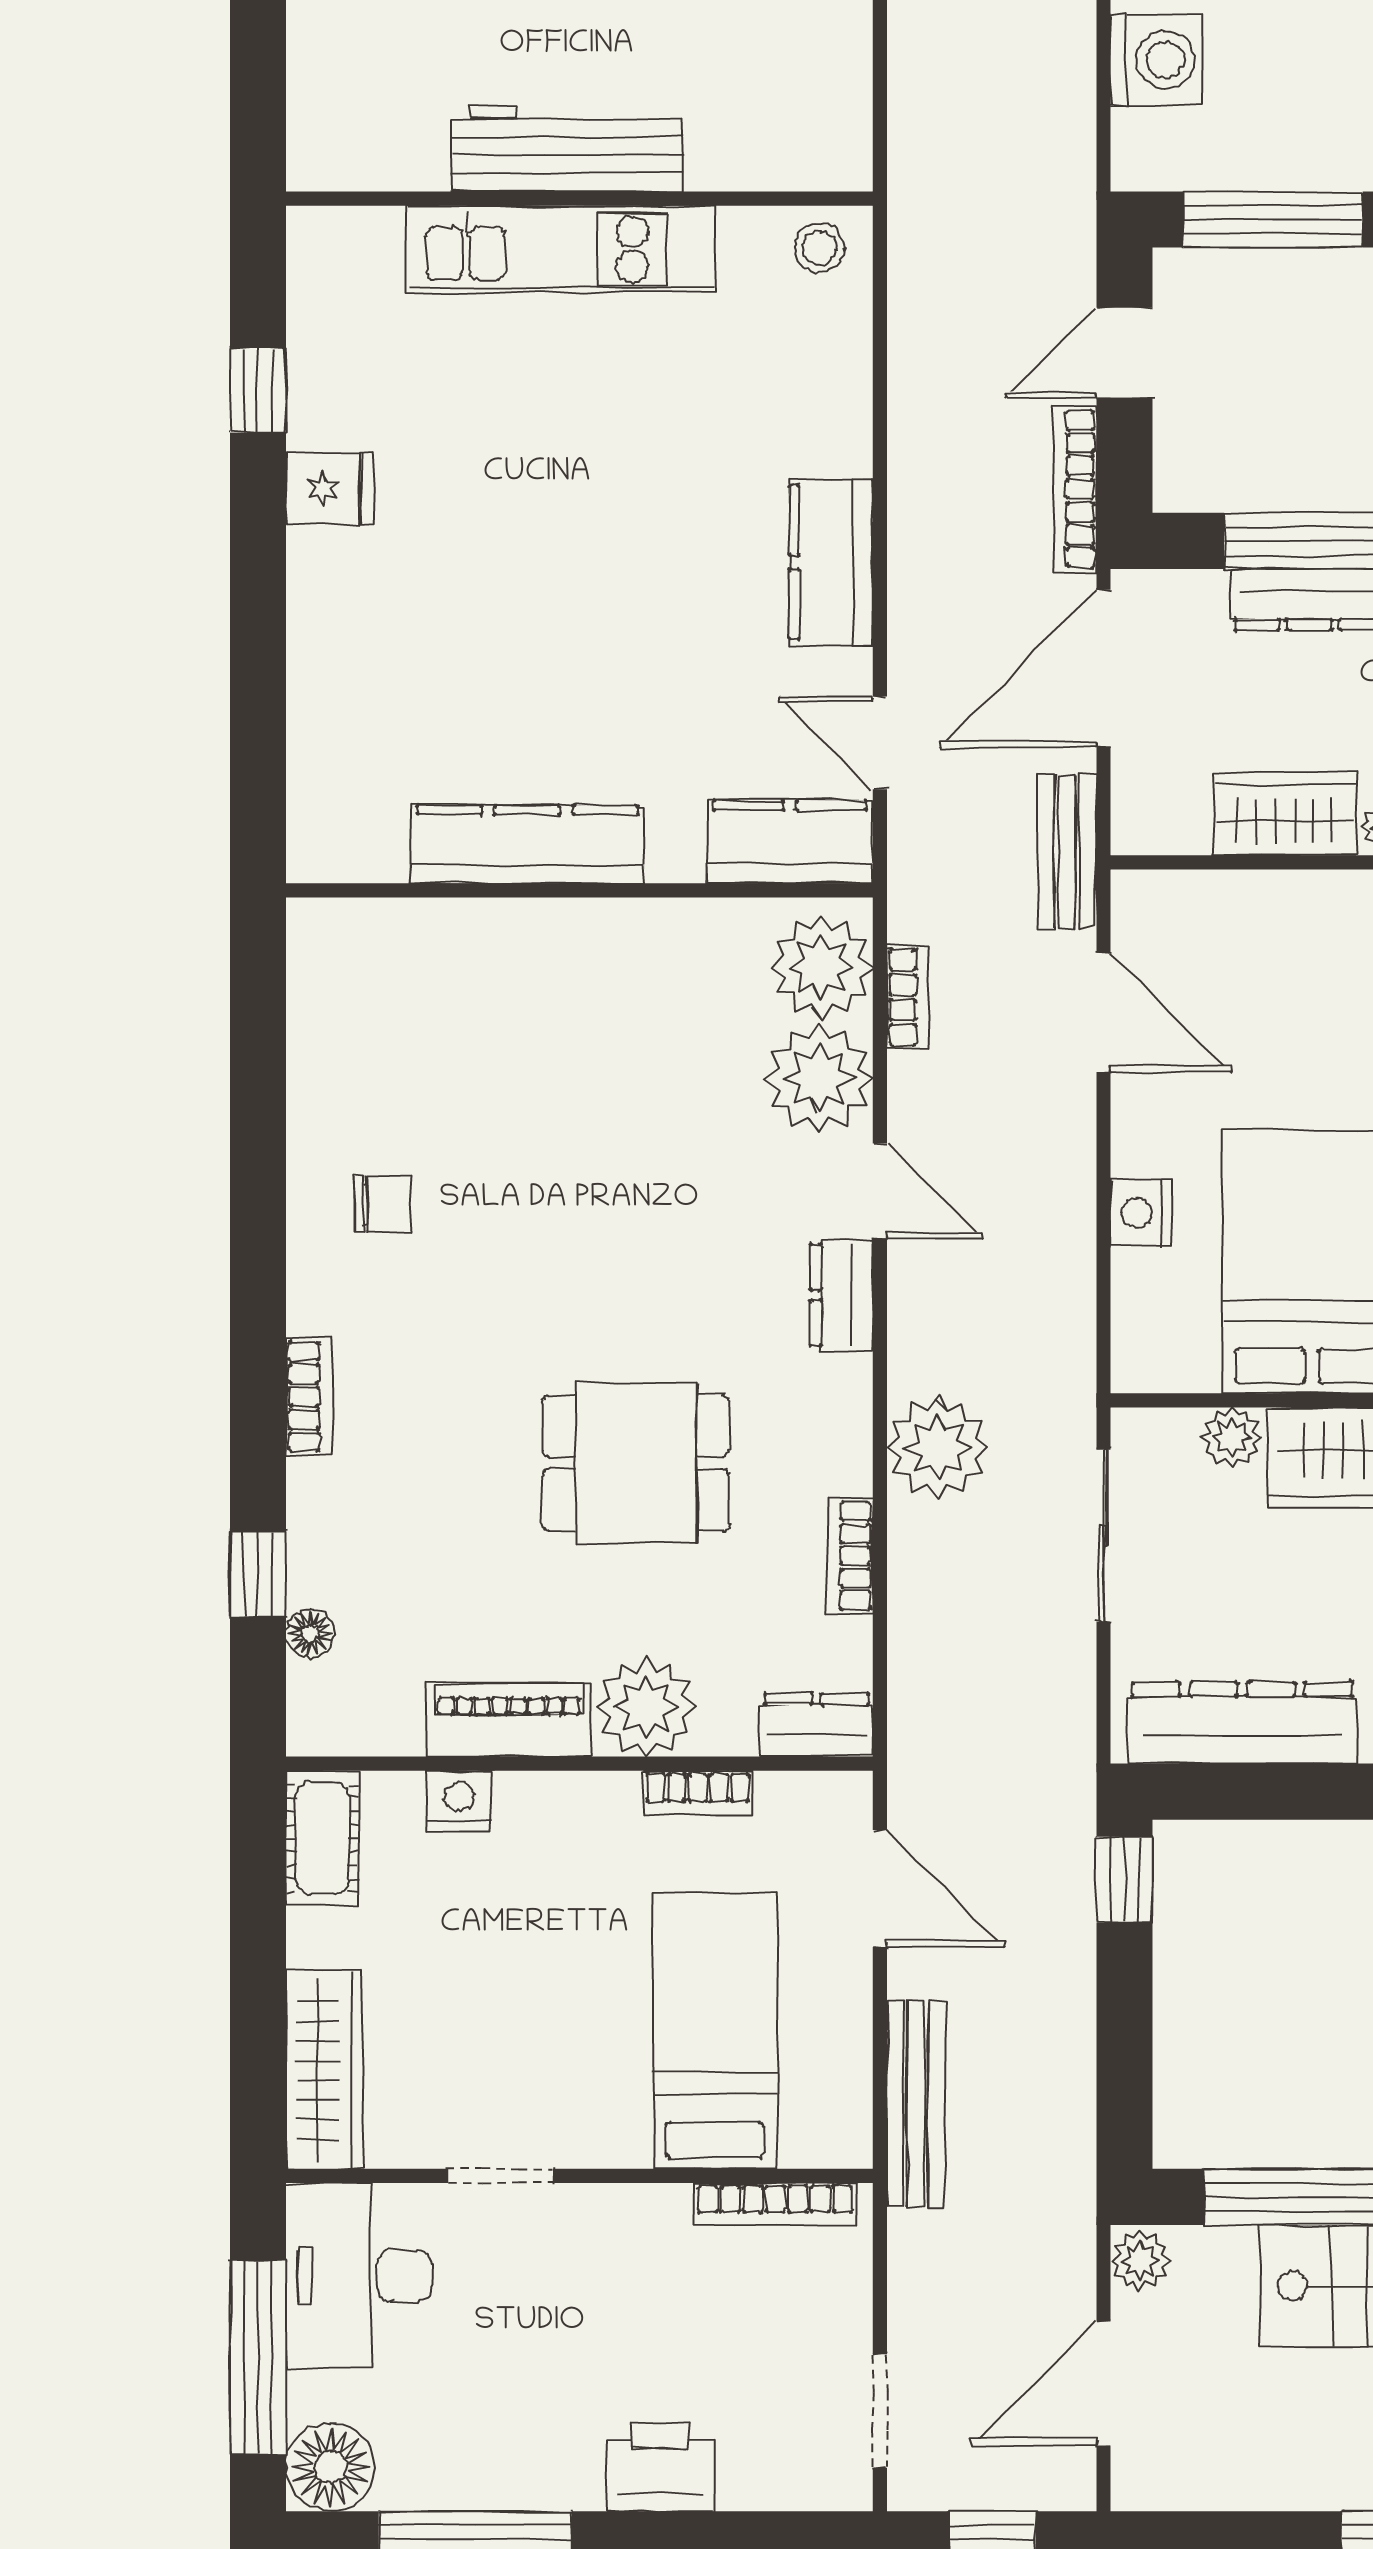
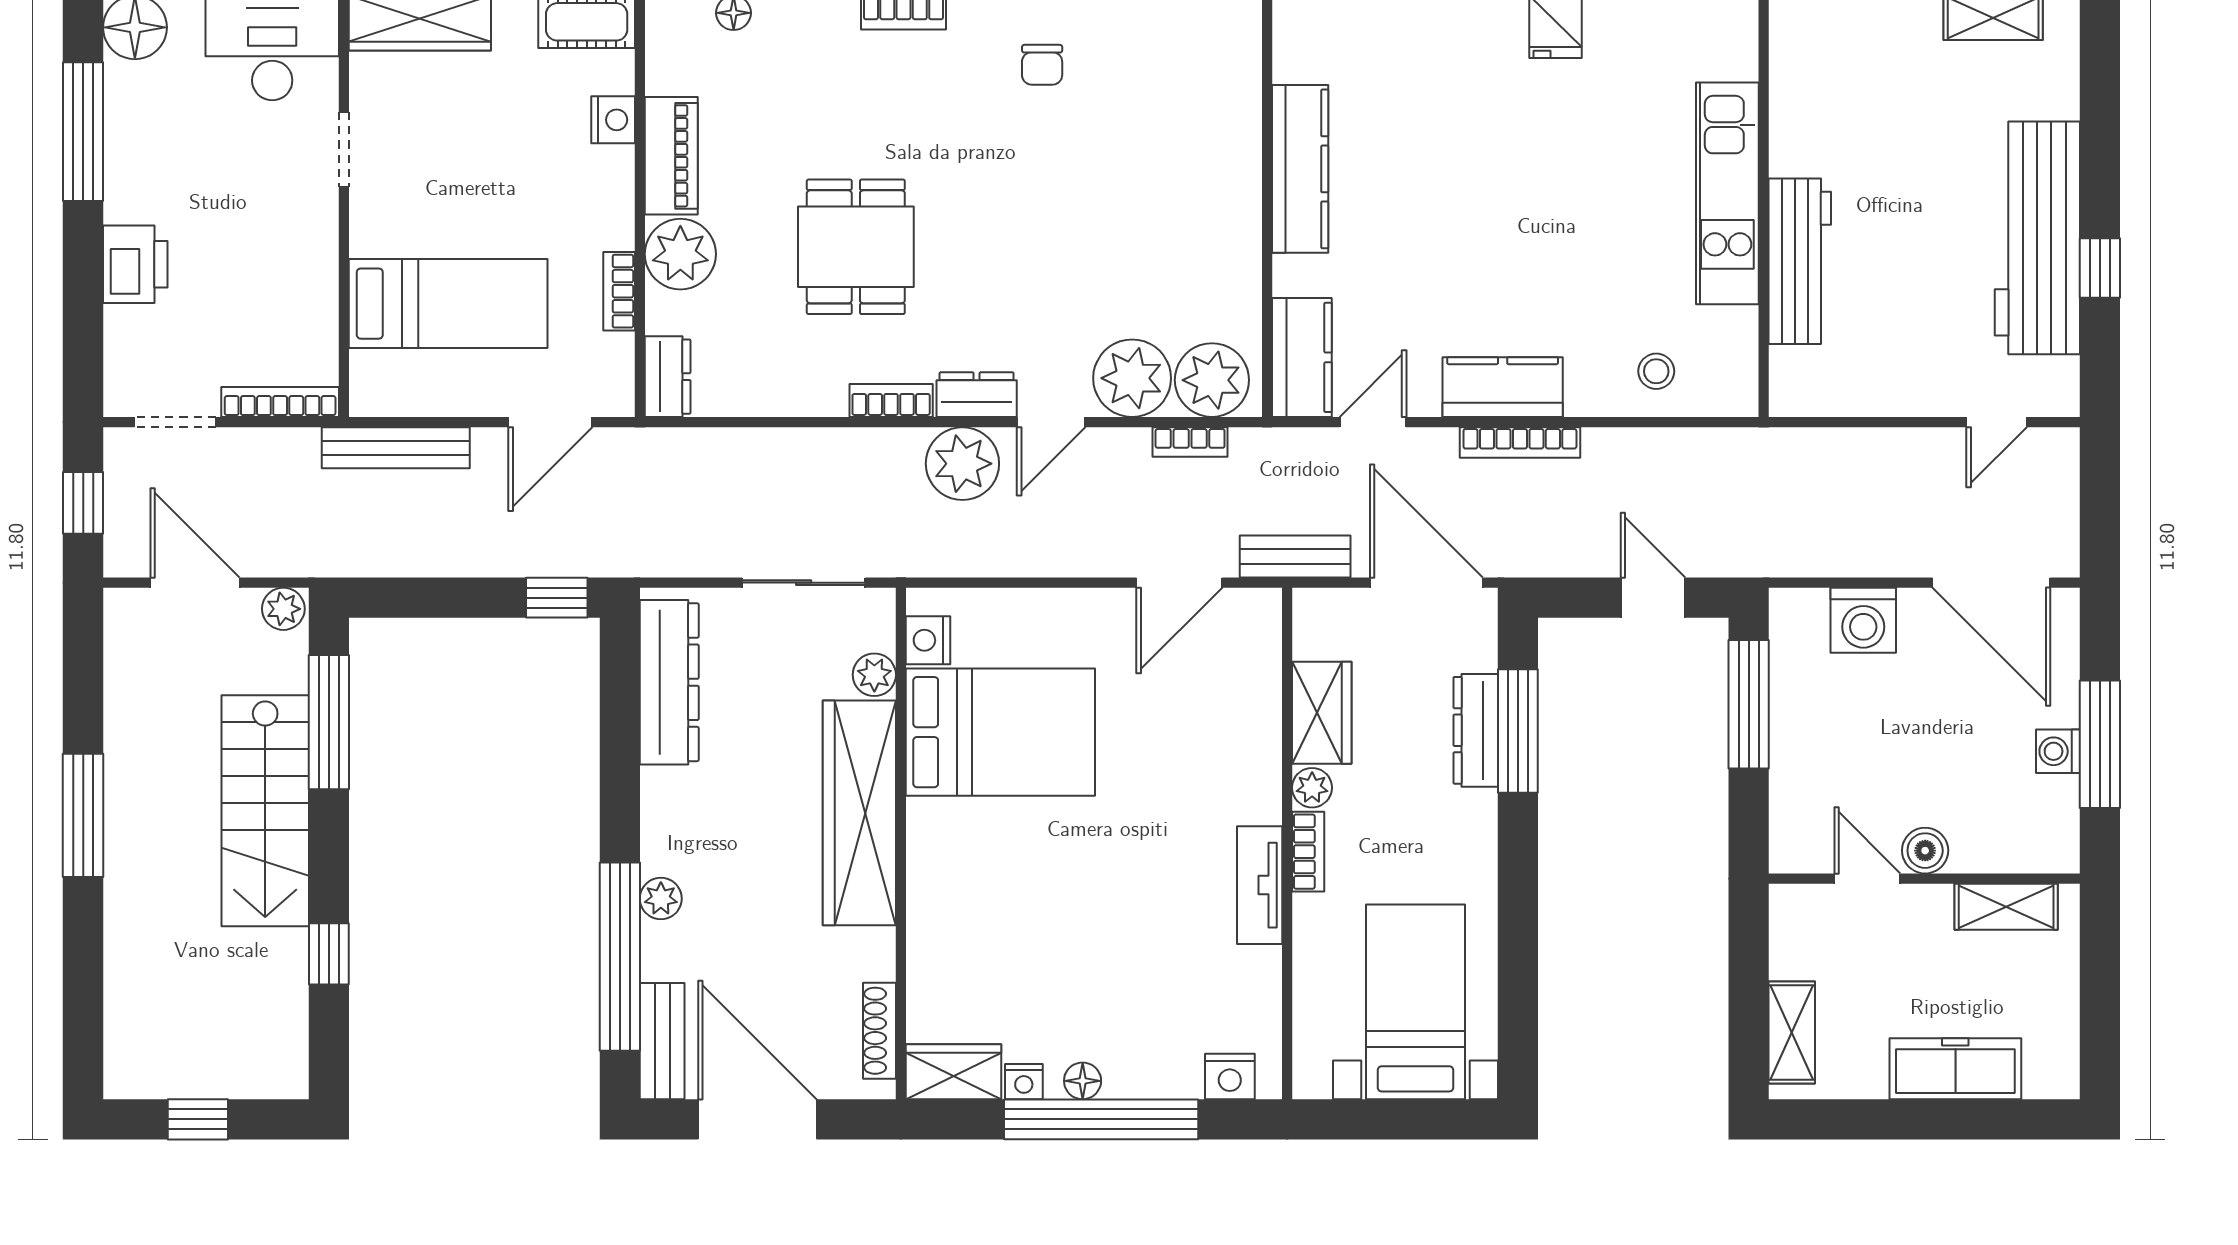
workbench: (567, 148) -> (1800, 261), moved
stool: (819, 248) -> (1656, 371), moved
bookcase: (1075, 489) -> (1520, 442), moved, turned 180
nightstand: (1141, 1213) -> (928, 640), moved, turned -90
plant: (938, 1447) -> (962, 464), moved
bookcase: (850, 1556) -> (891, 400), moved
bookcase: (775, 2204) -> (280, 402), moved, turned 90

